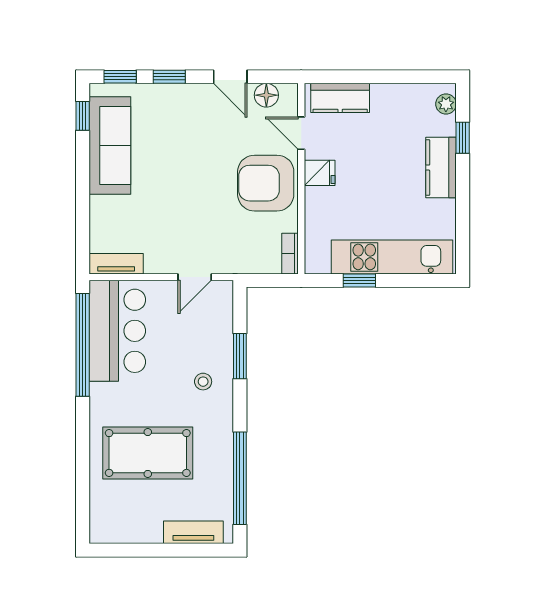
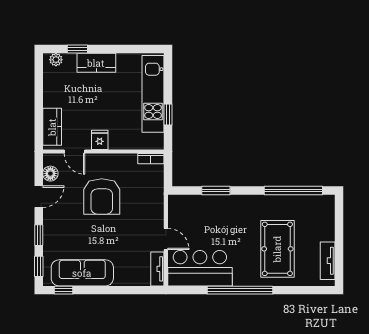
door: (301, 133) -> (74, 151), hinge flipped
armchair: (266, 183) -> (102, 197), moved
door: (195, 277) -> (166, 239), moved
window: (83, 345) -> (240, 290), moved
stool: (203, 382) -> (232, 214), removed
tv unit: (193, 532) -> (328, 261), moved

